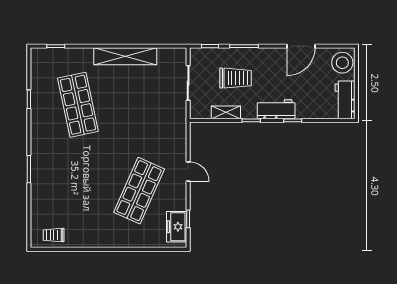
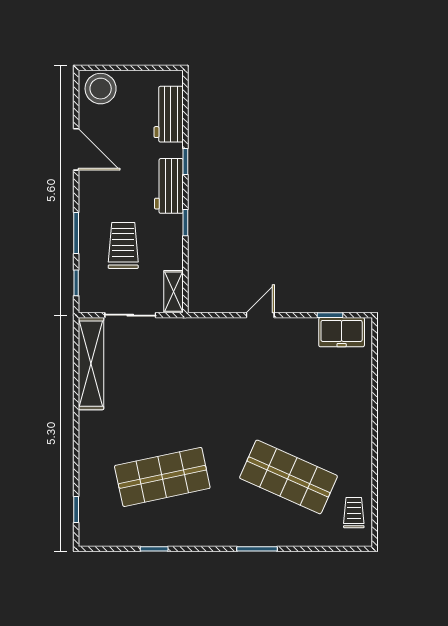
shelving: (125, 56) -> (91, 364), moved
workbench: (345, 100) -> (169, 114), moved, turned 90
shelving: (226, 112) -> (174, 292), moved
shop shelf: (139, 191) -> (288, 477), moved
trolley: (54, 235) -> (354, 513), turned 180

